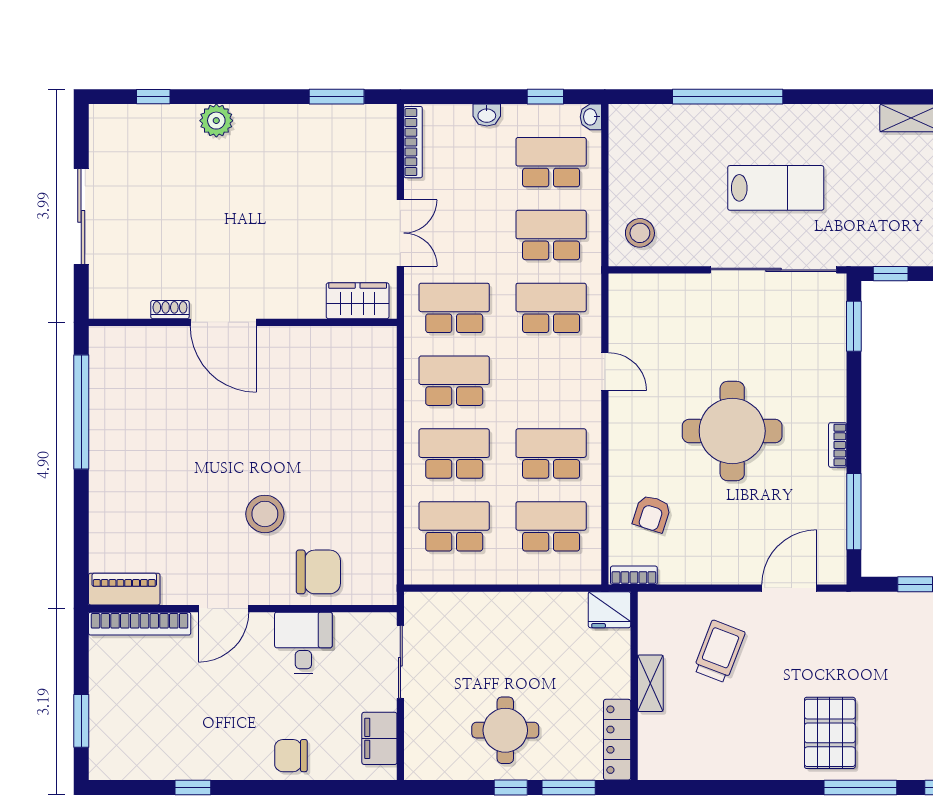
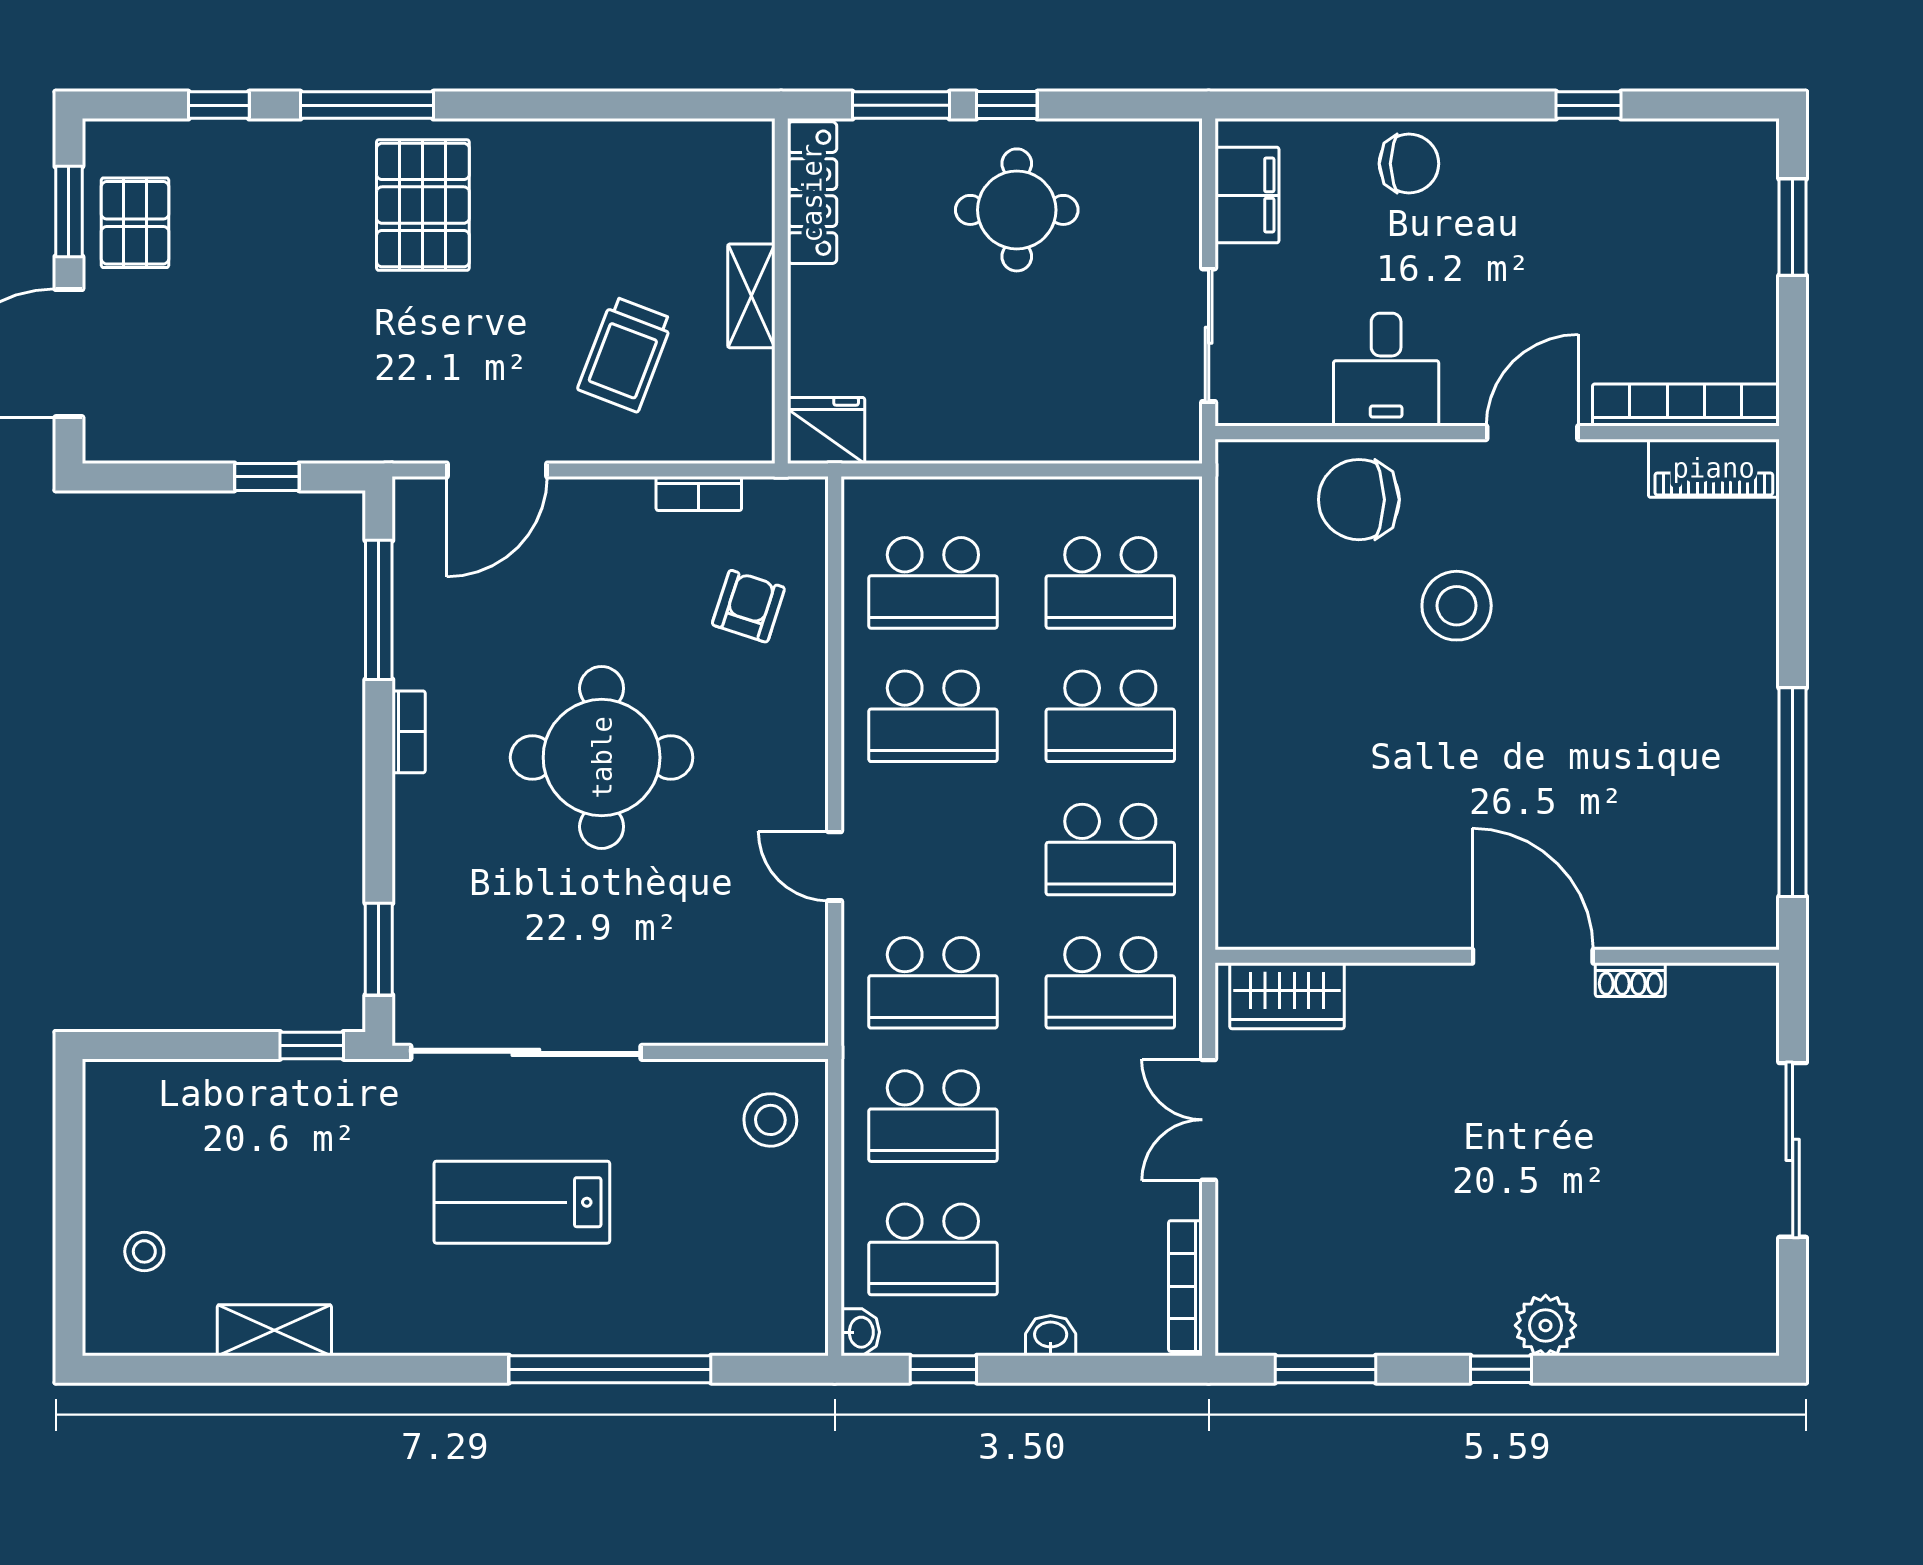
window: (153, 97) -> (1501, 1369), moved
bookcase: (634, 575) -> (699, 493), moved

